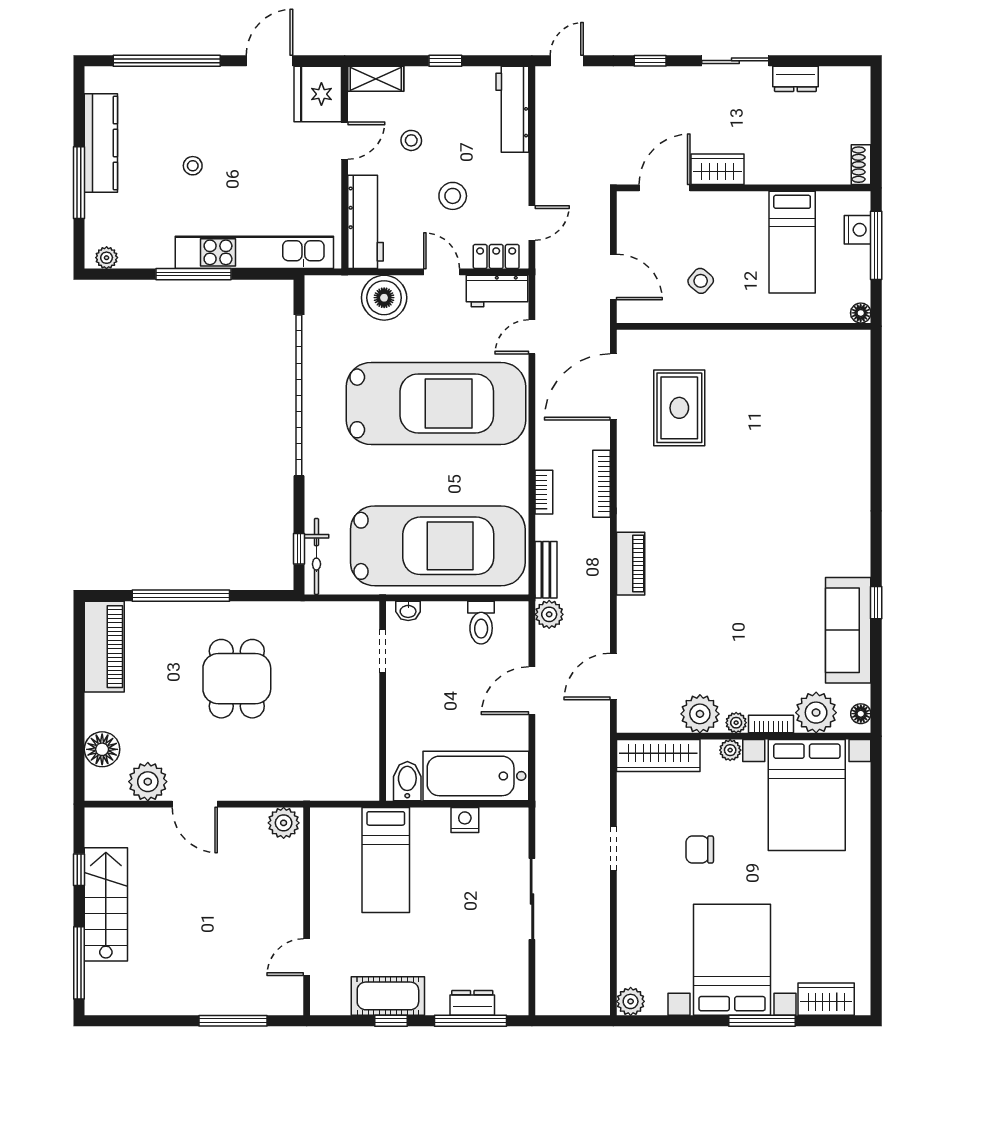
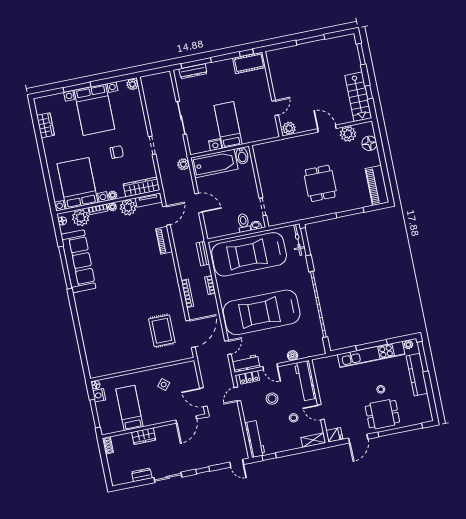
window: (445, 61) -> (269, 457), moved
door: (567, 61) -> (237, 463), hinge flipped
fridge: (318, 94) -> (334, 435), width x0.53, depth x0.75
dining table: (201, 107) -> (382, 414), added
door: (345, 141) -> (321, 412), hinge flipped
kitchen counter: (101, 143) -> (417, 375), moved
wardrobe: (718, 169) -> (144, 436), moved
window: (79, 183) -> (423, 357), moved
nightstand: (858, 230) -> (99, 395), moved
kitchen unit: (254, 252) -> (371, 354), moved
door: (613, 277) -> (203, 397), moved
boiler: (384, 298) -> (293, 356), width x0.54, depth x0.54
window: (299, 549) -> (306, 242), width x2.17
piano: (631, 564) -> (164, 240), moved
window: (181, 596) -> (350, 213), width x0.68
window: (876, 603) -> (65, 268), width x3.17
plant: (549, 614) -> (183, 164), moved
toilet: (481, 623) -> (244, 223), moved
sofa: (848, 630) -> (78, 261), width x1.36, depth x1.27
door: (532, 691) -> (199, 203), hinge flipped
tv unit: (648, 721) -> (148, 200), added
bed: (386, 860) -> (228, 125), moved
stairs: (106, 904) -> (358, 97), moved
door: (307, 957) -> (275, 108), moved
window: (79, 963) -> (361, 54), width x0.69
cot: (388, 996) -> (249, 63), moved
wardrobe: (826, 999) -> (45, 125), moved, turned -90
dresser: (472, 1003) -> (193, 71), width x1.44
window: (233, 1021) -> (310, 40), moved
window: (391, 1021) -> (246, 53), moved

